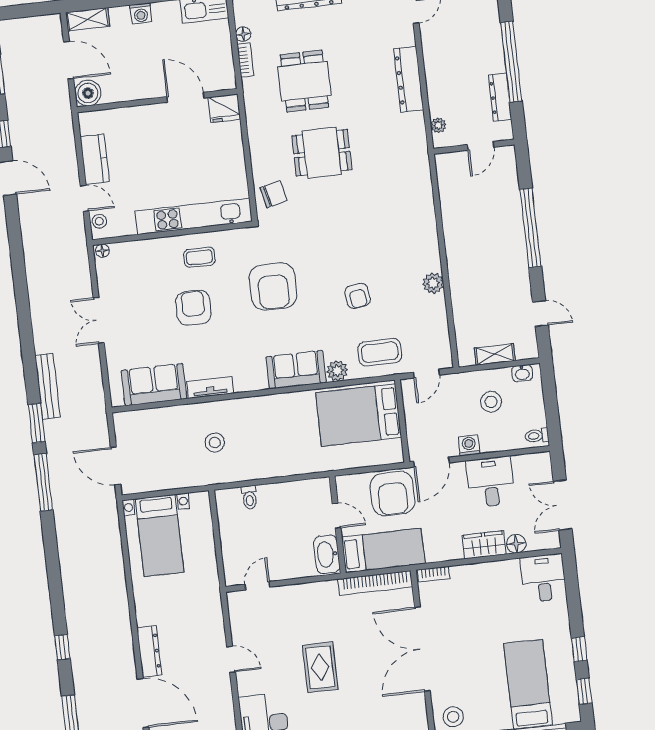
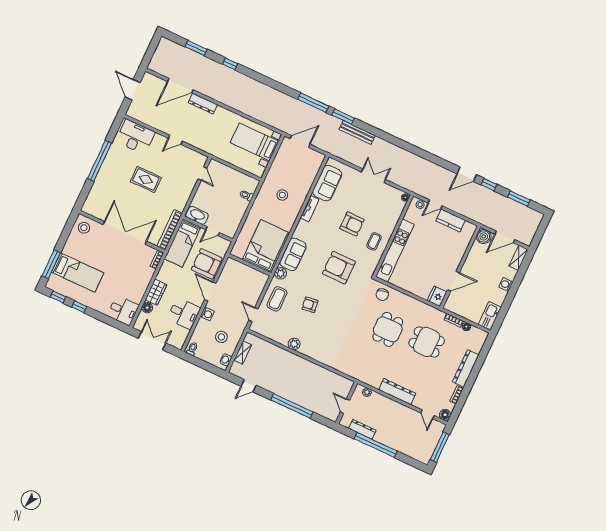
bed: (359, 415) -> (265, 246), moved
wall: (402, 421) -> (250, 265), moved

